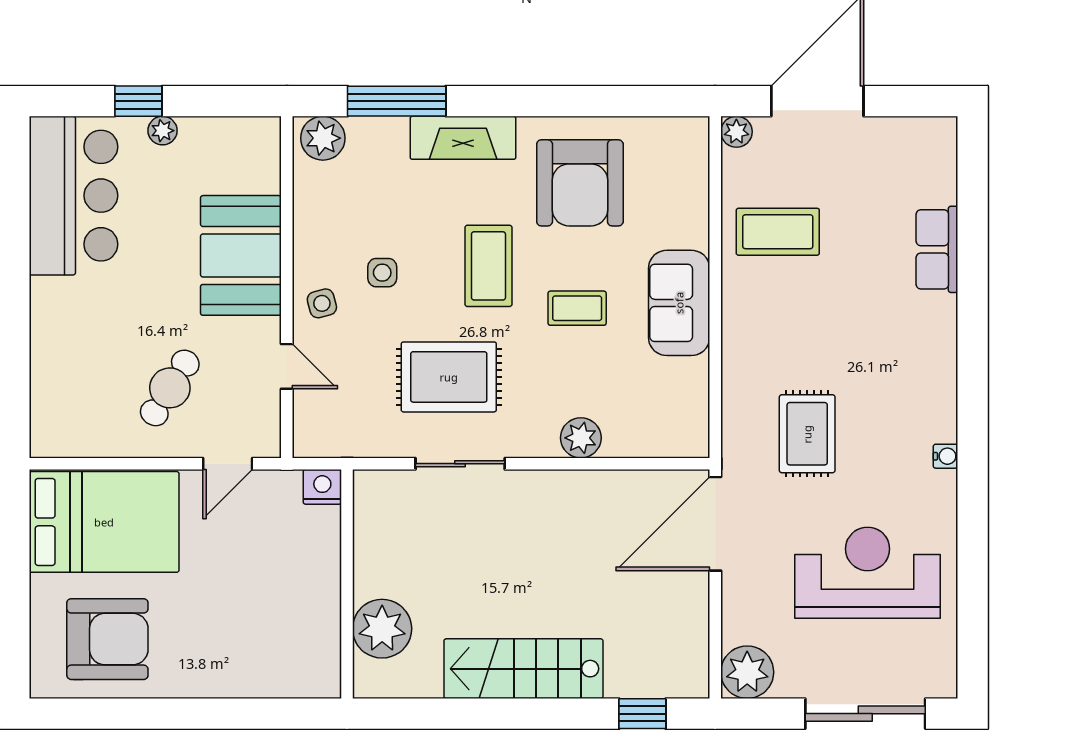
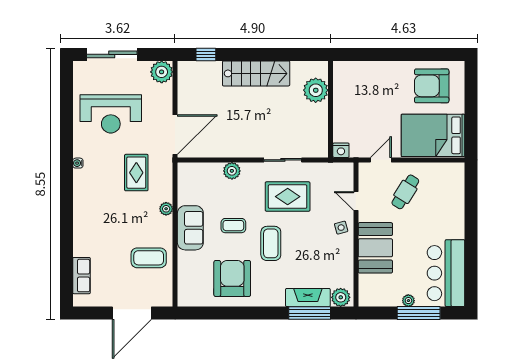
window: (138, 101) -> (419, 313), width x2.17
plant: (736, 132) -> (166, 209), moved
fireplace: (463, 138) -> (308, 298), moved
row of seats: (937, 249) -> (82, 276), moved
side table: (382, 273) -> (316, 241), removed

